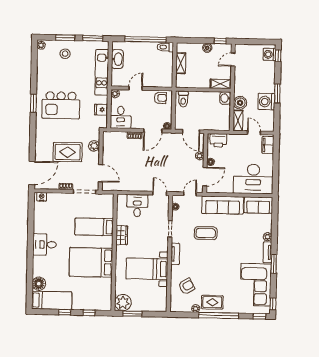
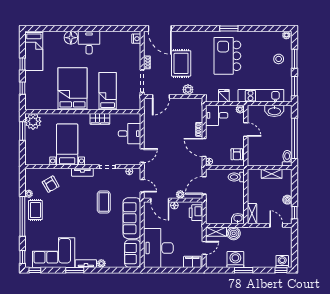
floor lamp: (39, 284) -> (71, 38), moved

